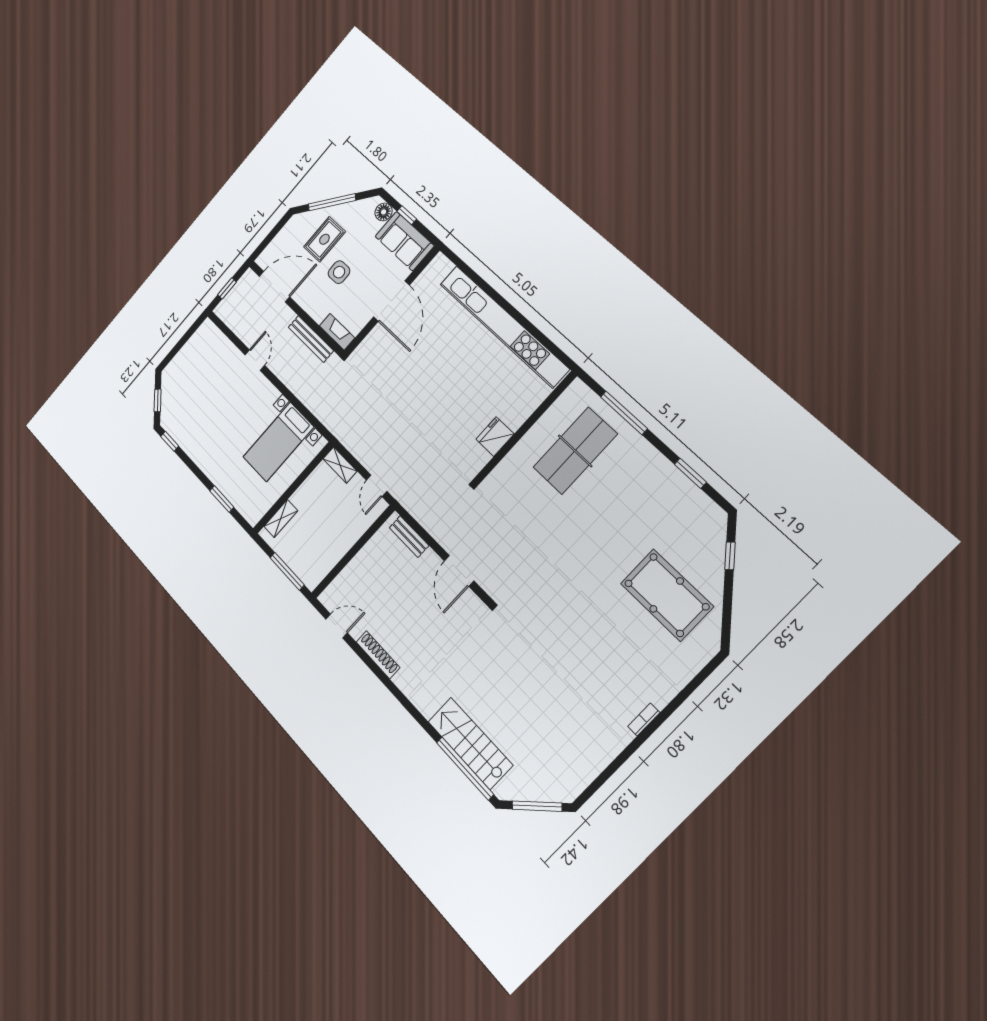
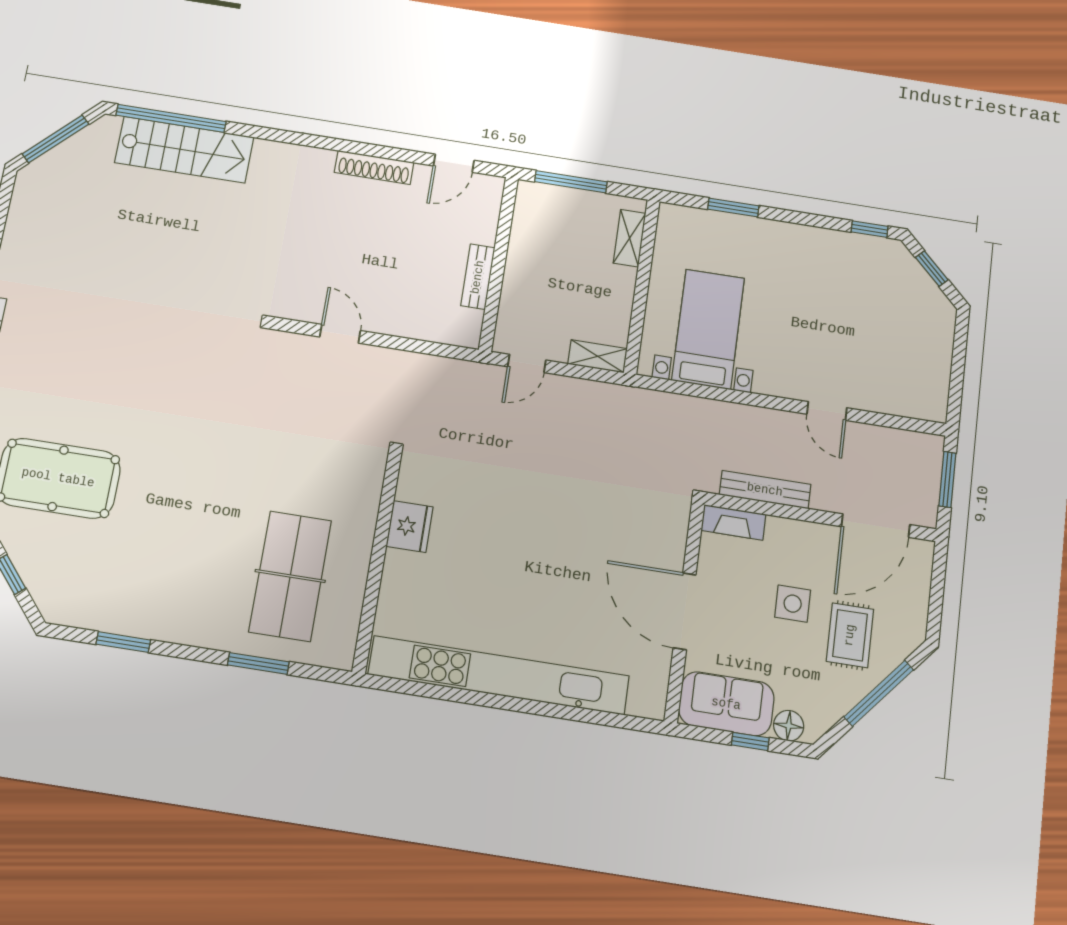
window: (227, 288) -> (947, 479), width x1.50
window: (624, 413) -> (258, 663), width x0.69
door: (377, 486) -> (527, 363), swing flipped
bench: (409, 537) -> (478, 277), moved, turned 90
door: (459, 571) -> (340, 334), width x0.73

